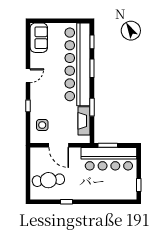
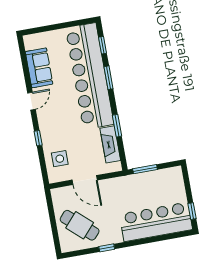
sofa: (39, 38) -> (39, 68), moved
bar counter: (109, 159) -> (156, 222), moved, turned 180
cafe table: (48, 180) -> (80, 225), turned 47

